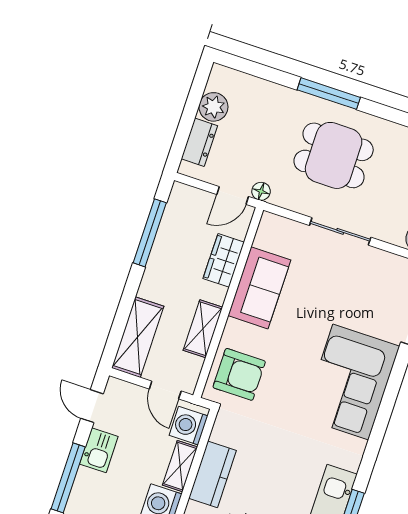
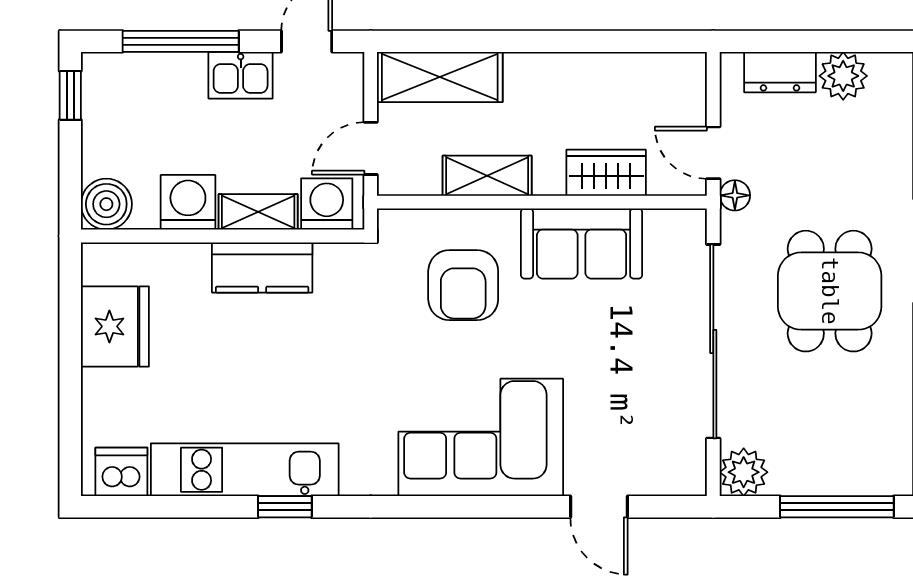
sliding door: (340, 231) -> (713, 341), width x1.86
window: (150, 233) -> (611, 41), removed
armchair: (239, 374) -> (463, 285), moved

